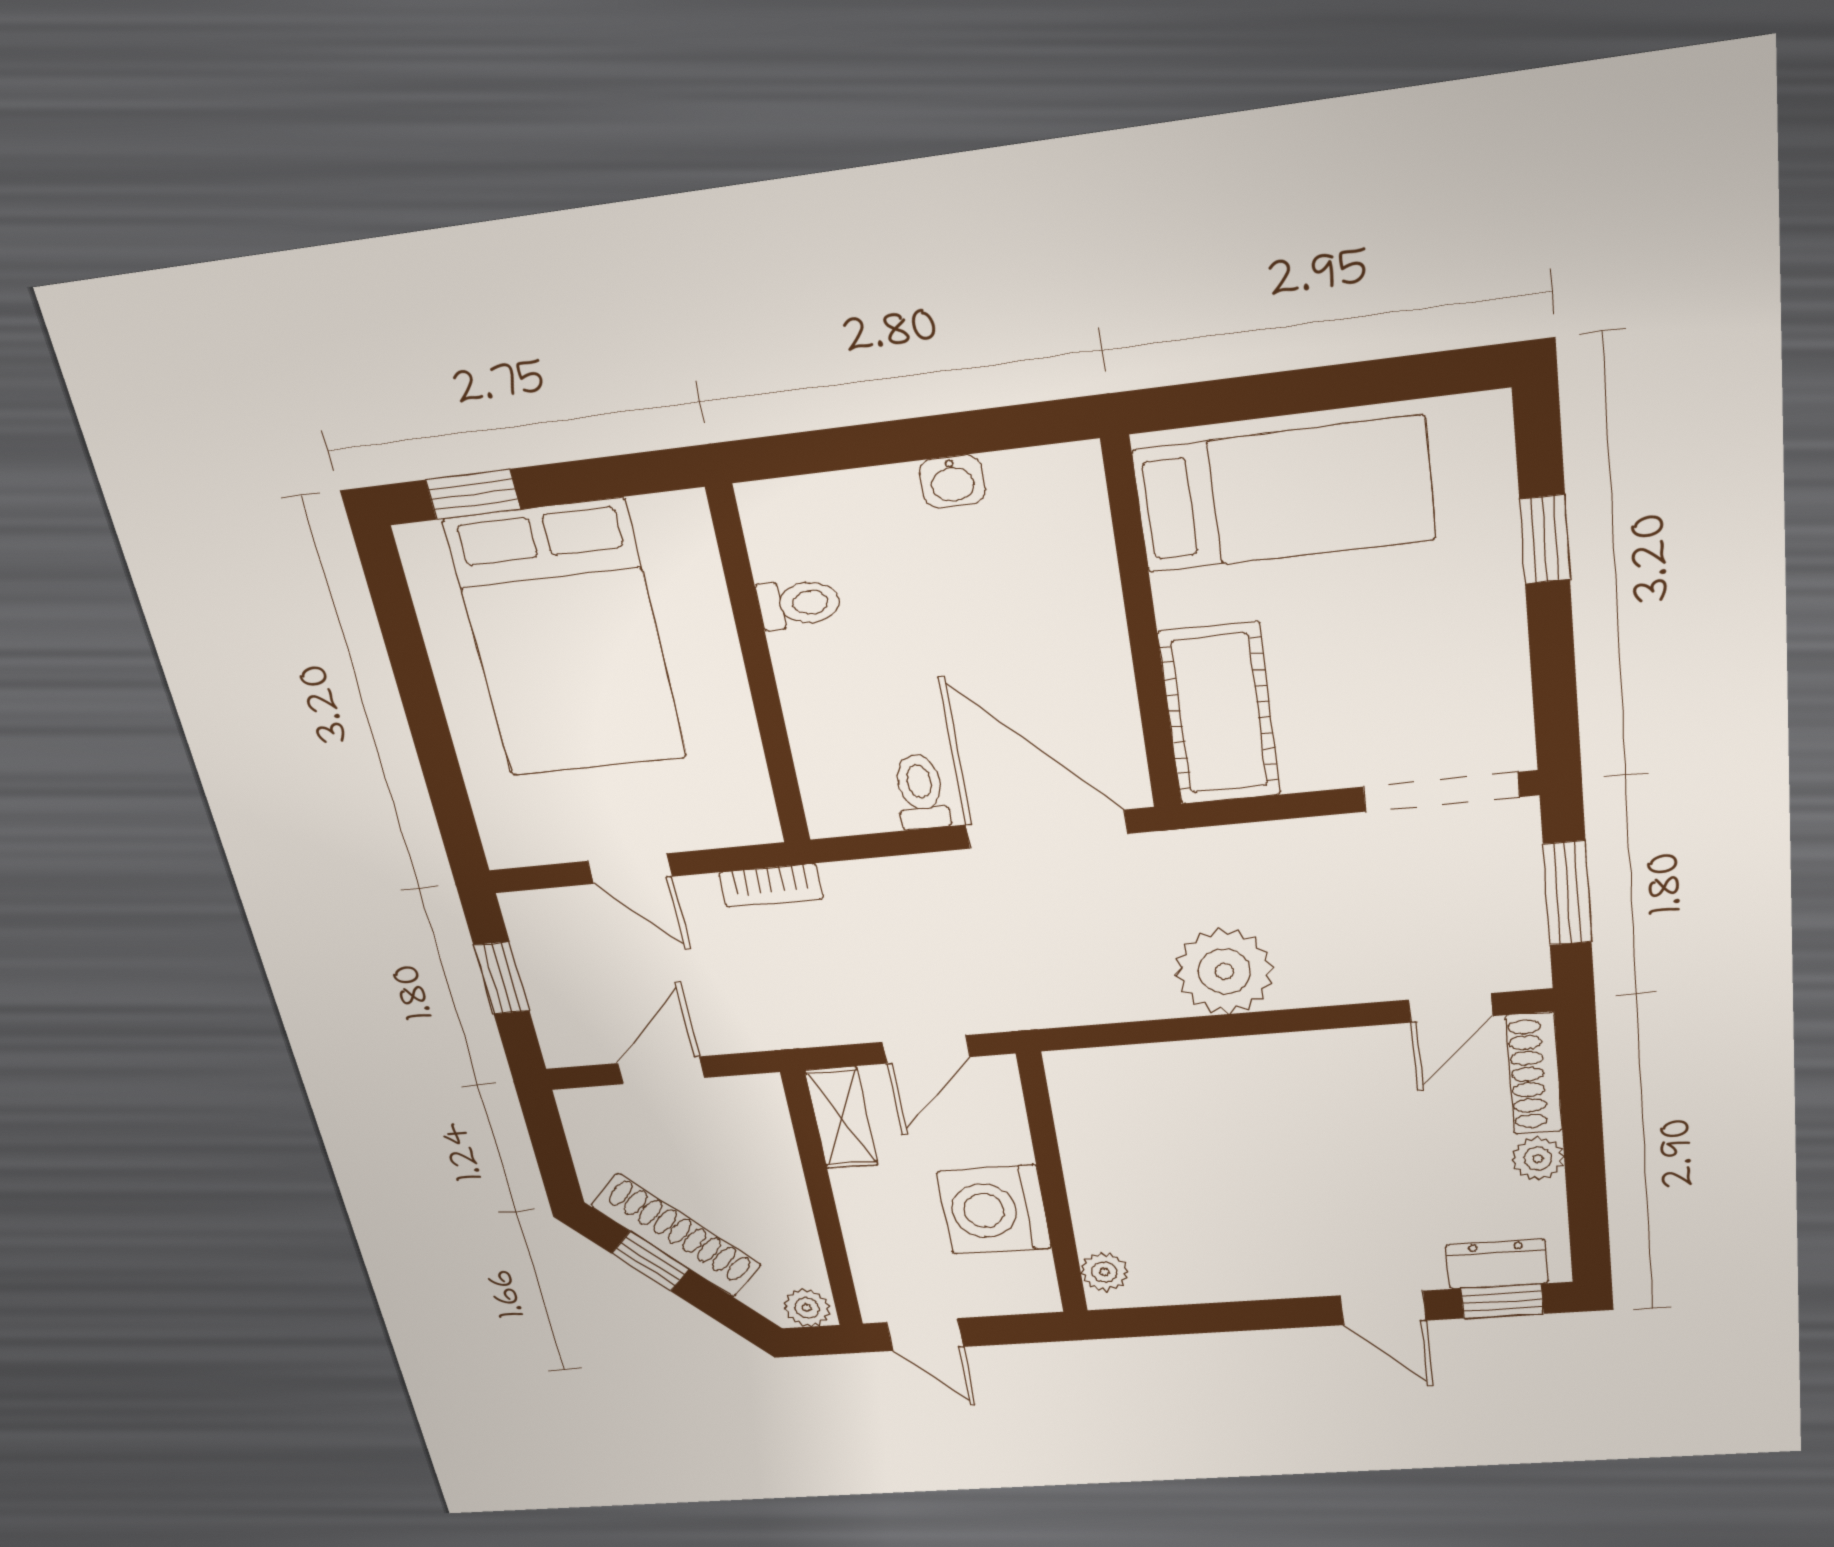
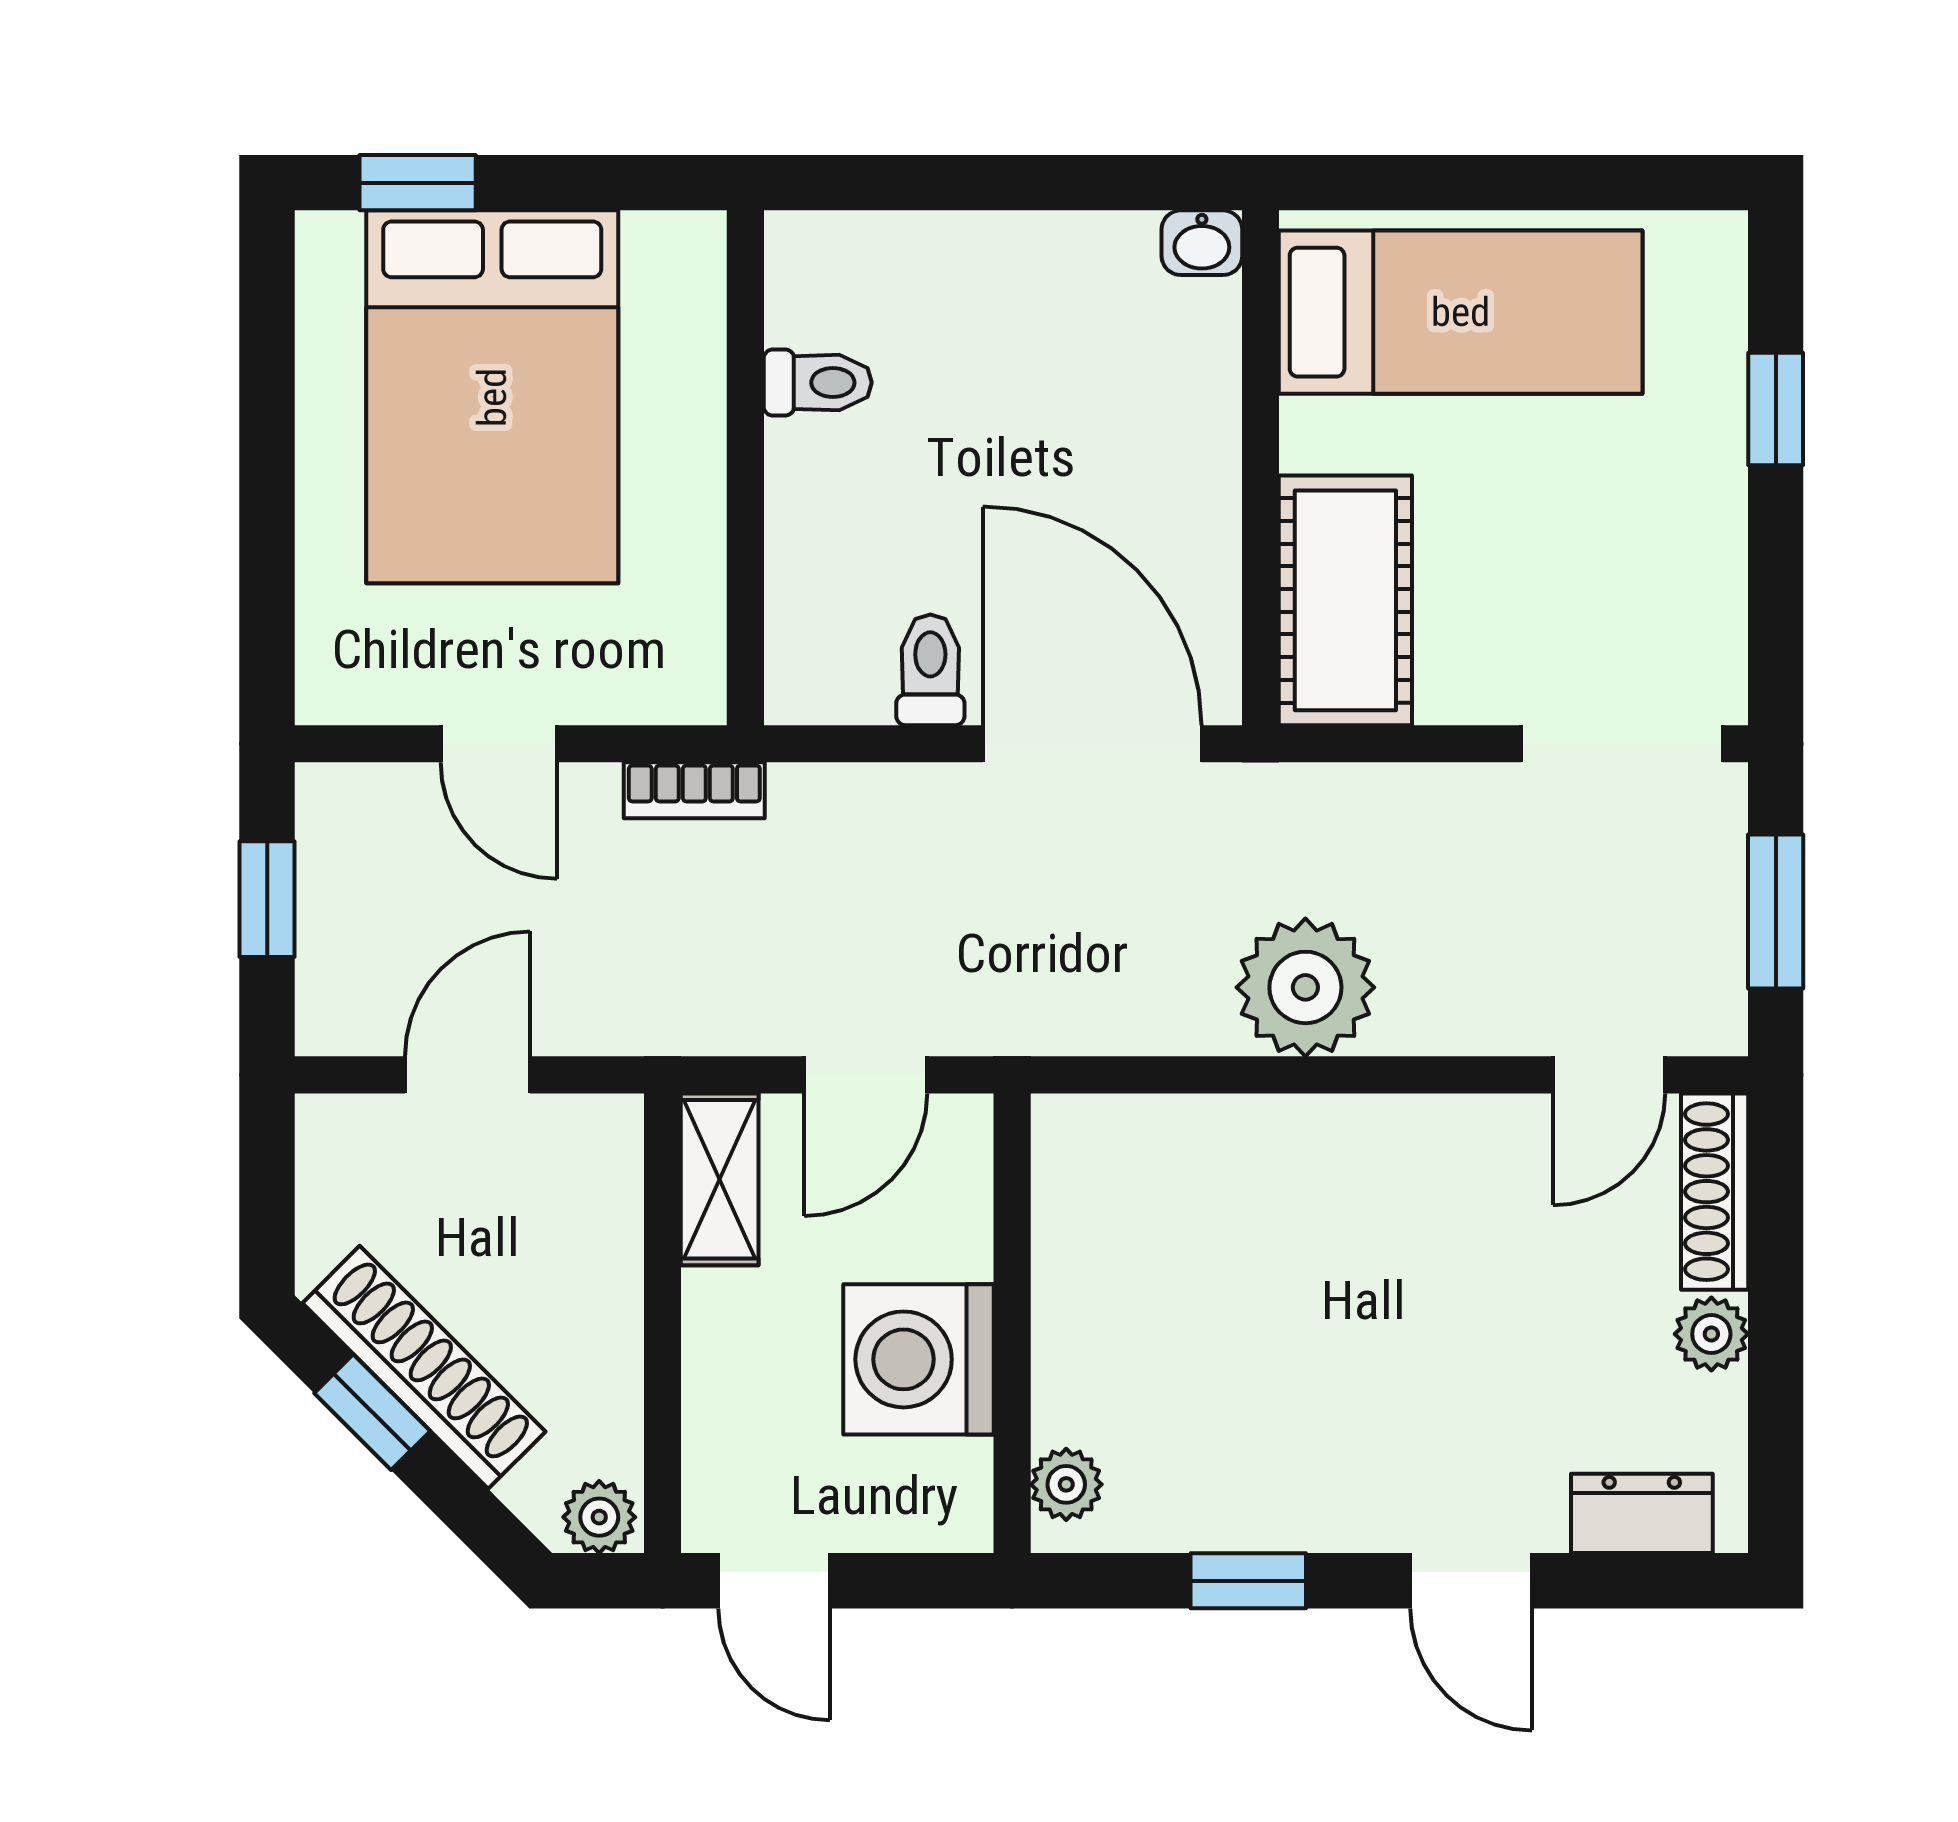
washbasin: (952, 481) -> (1202, 243), moved
window: (1502, 1301) -> (1248, 1581), moved

